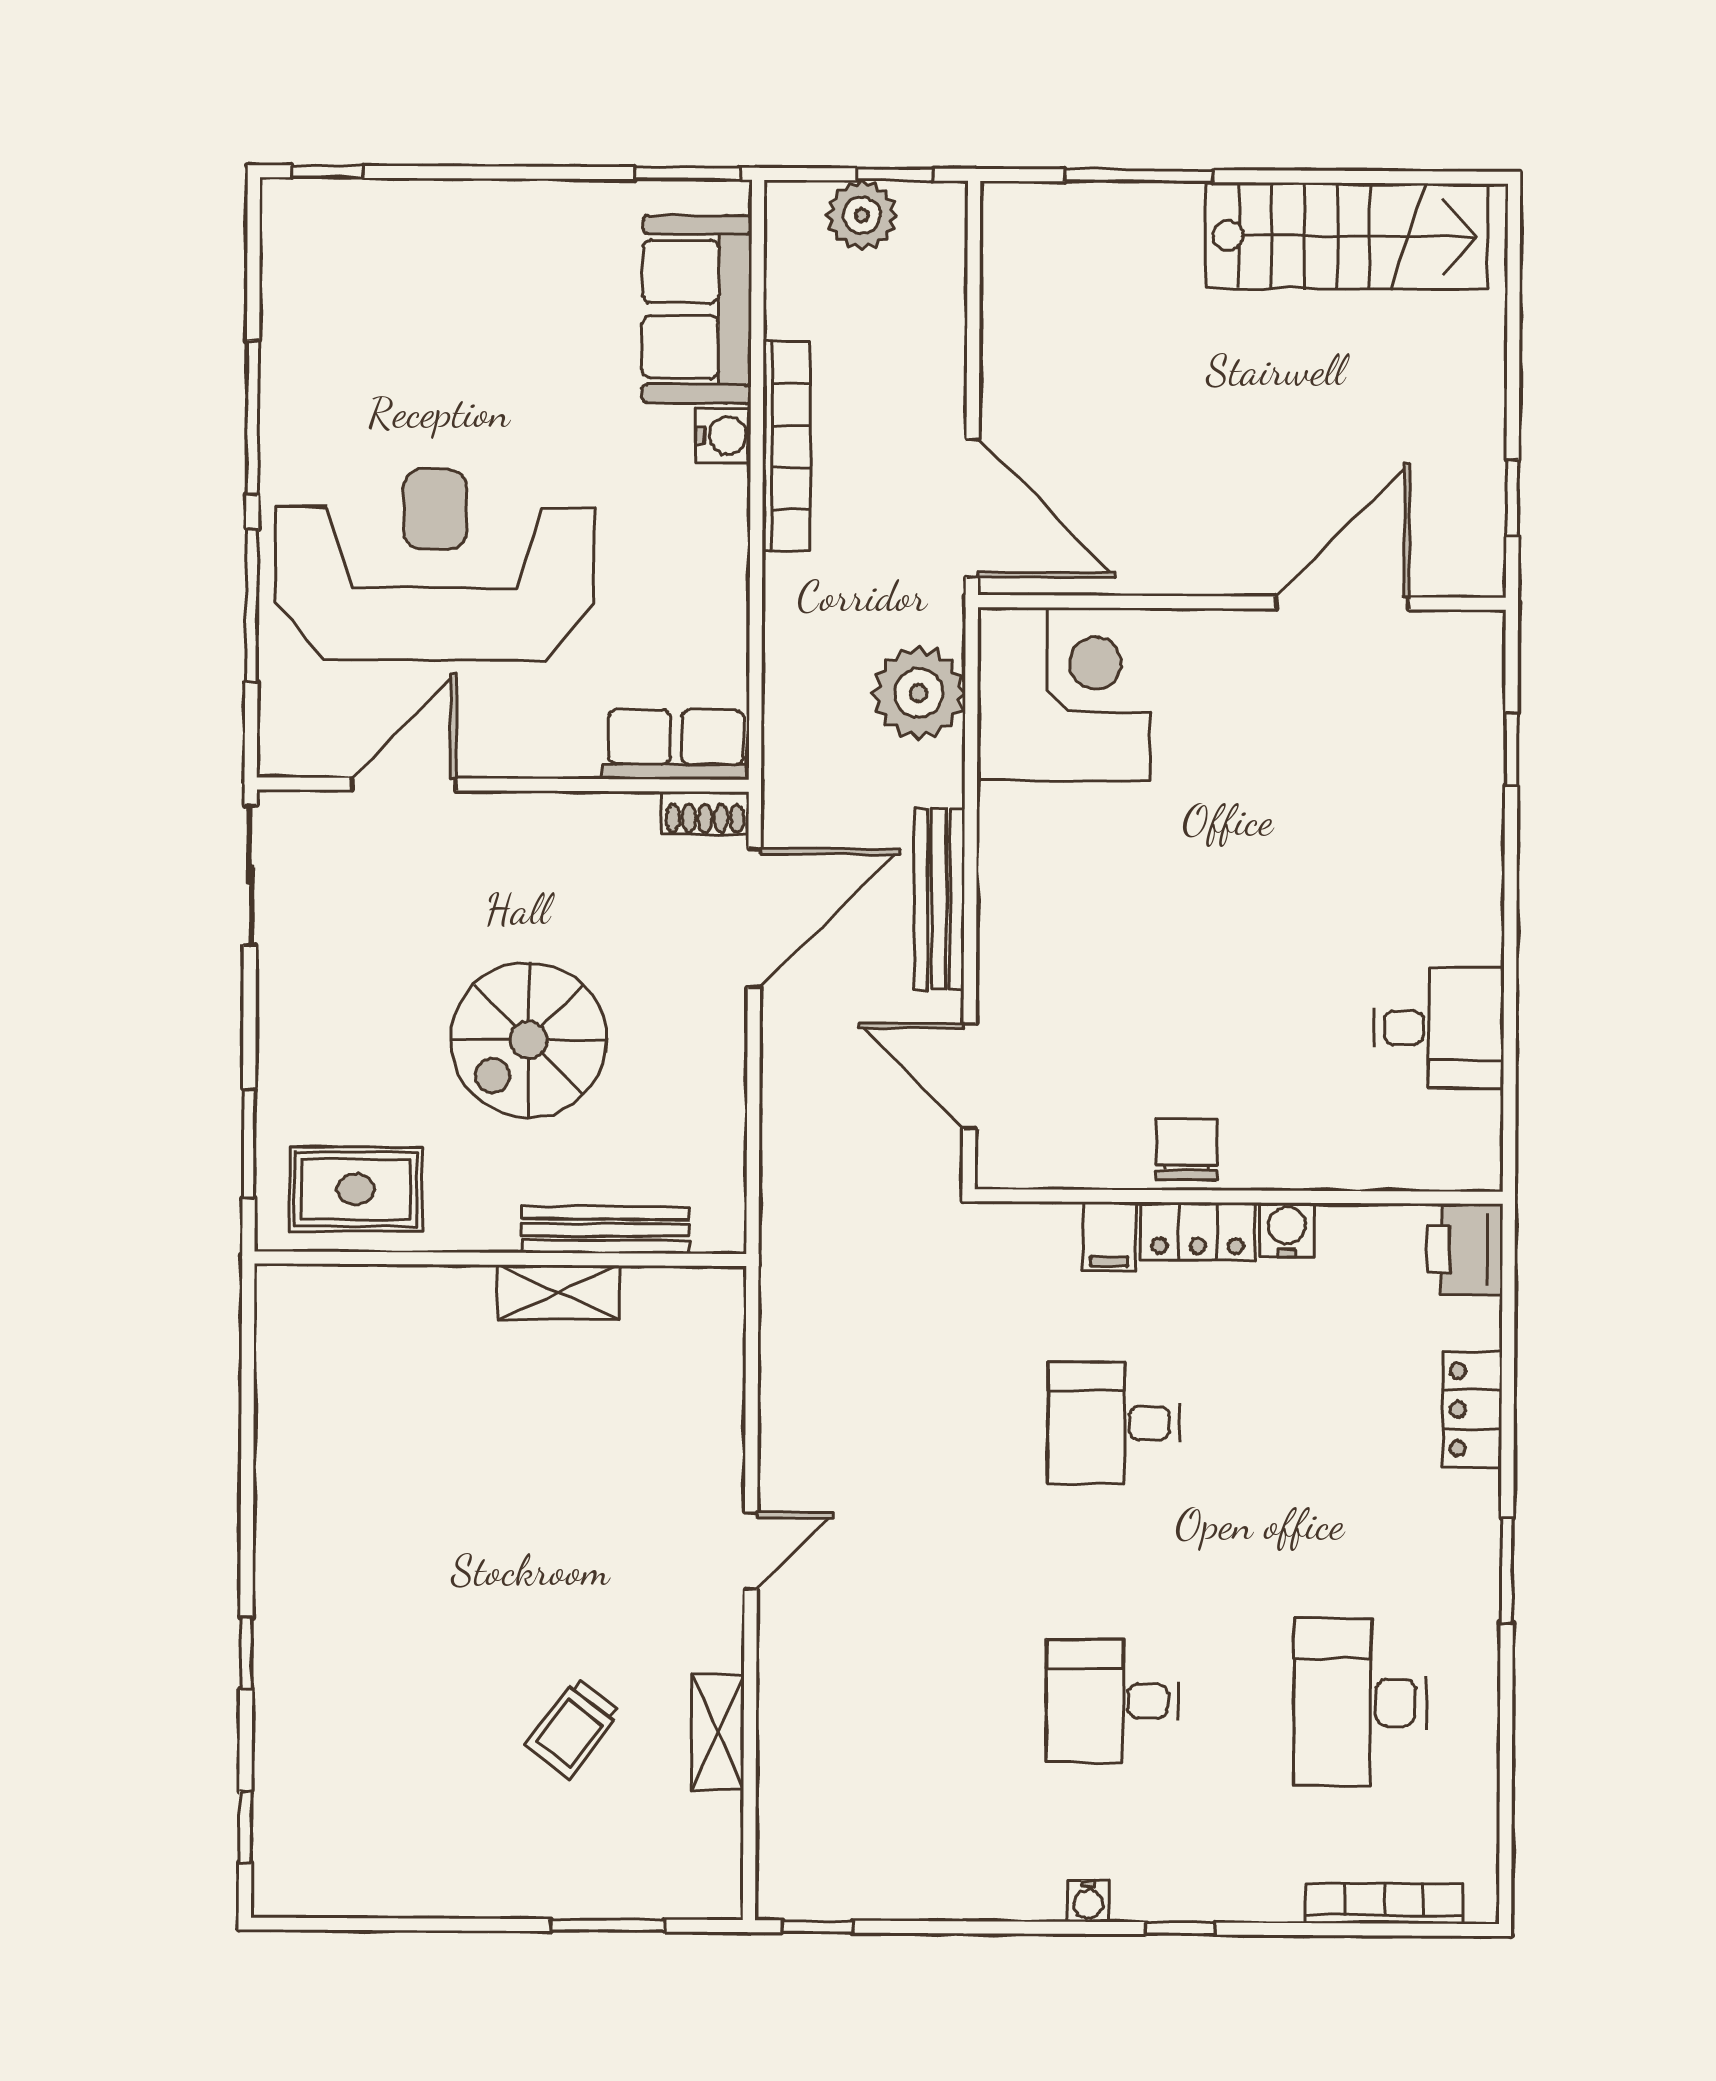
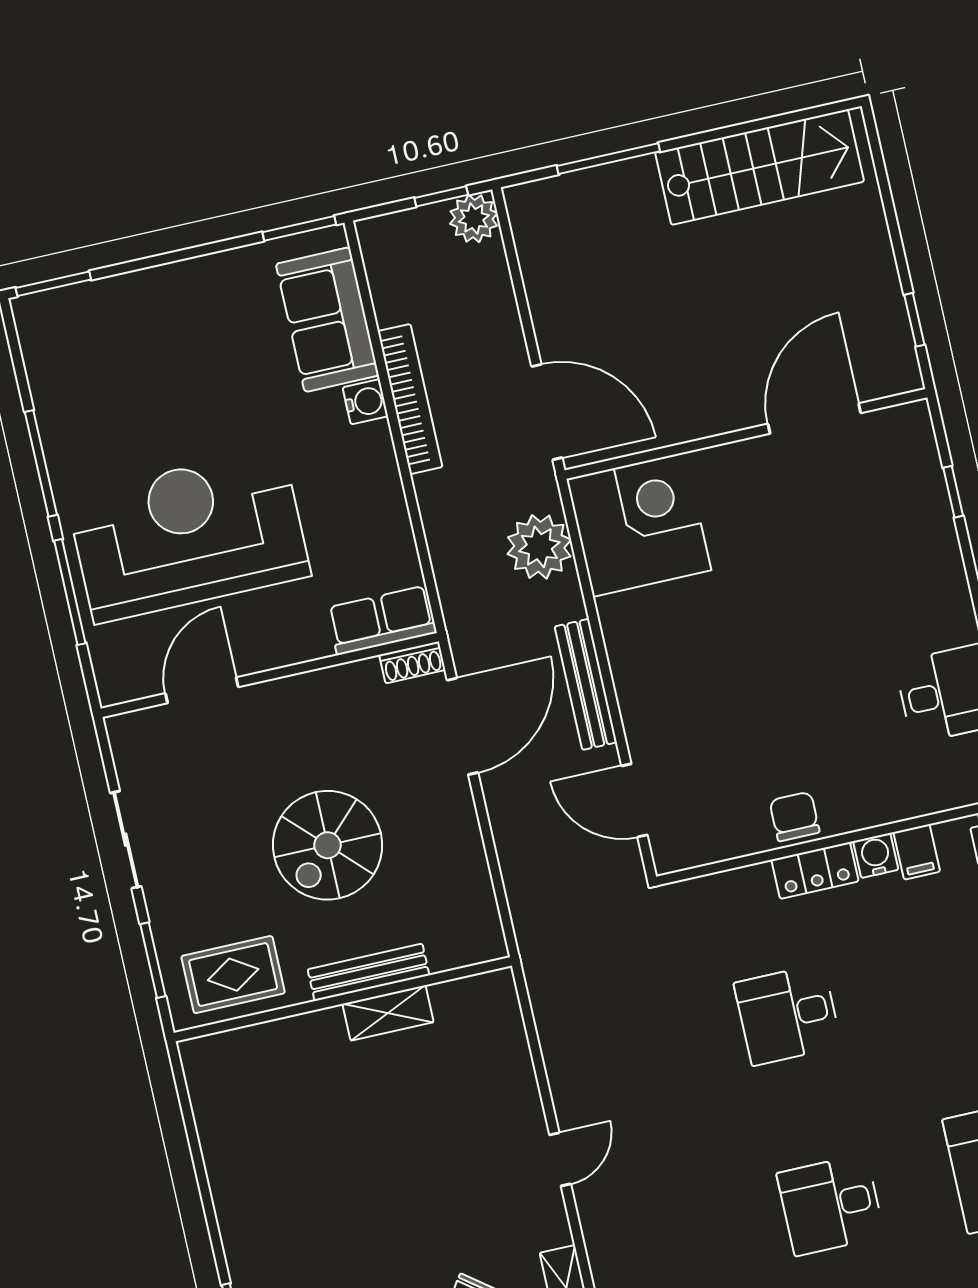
window: (328, 172) -> (53, 284), width x1.50
plant: (862, 215) -> (474, 218), moved
sliding door: (250, 875) -> (126, 840), moved
bench: (606, 1230) -> (368, 972), moved
filing cabinet: (1109, 1237) -> (917, 852), moved

